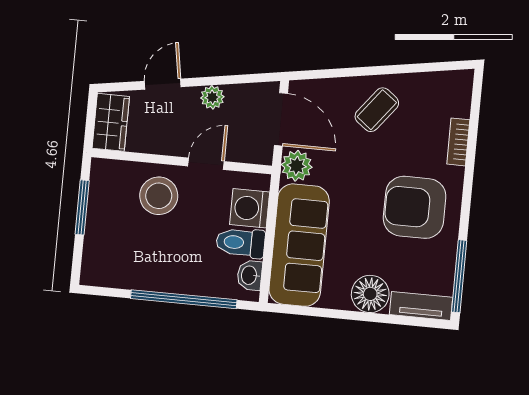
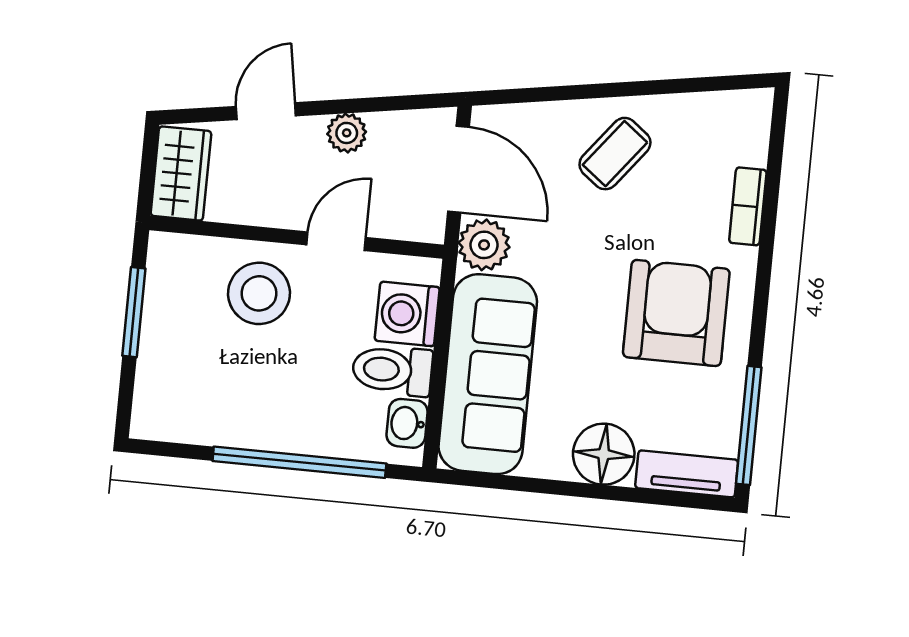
armchair: (415, 207) -> (676, 313), turned 90

